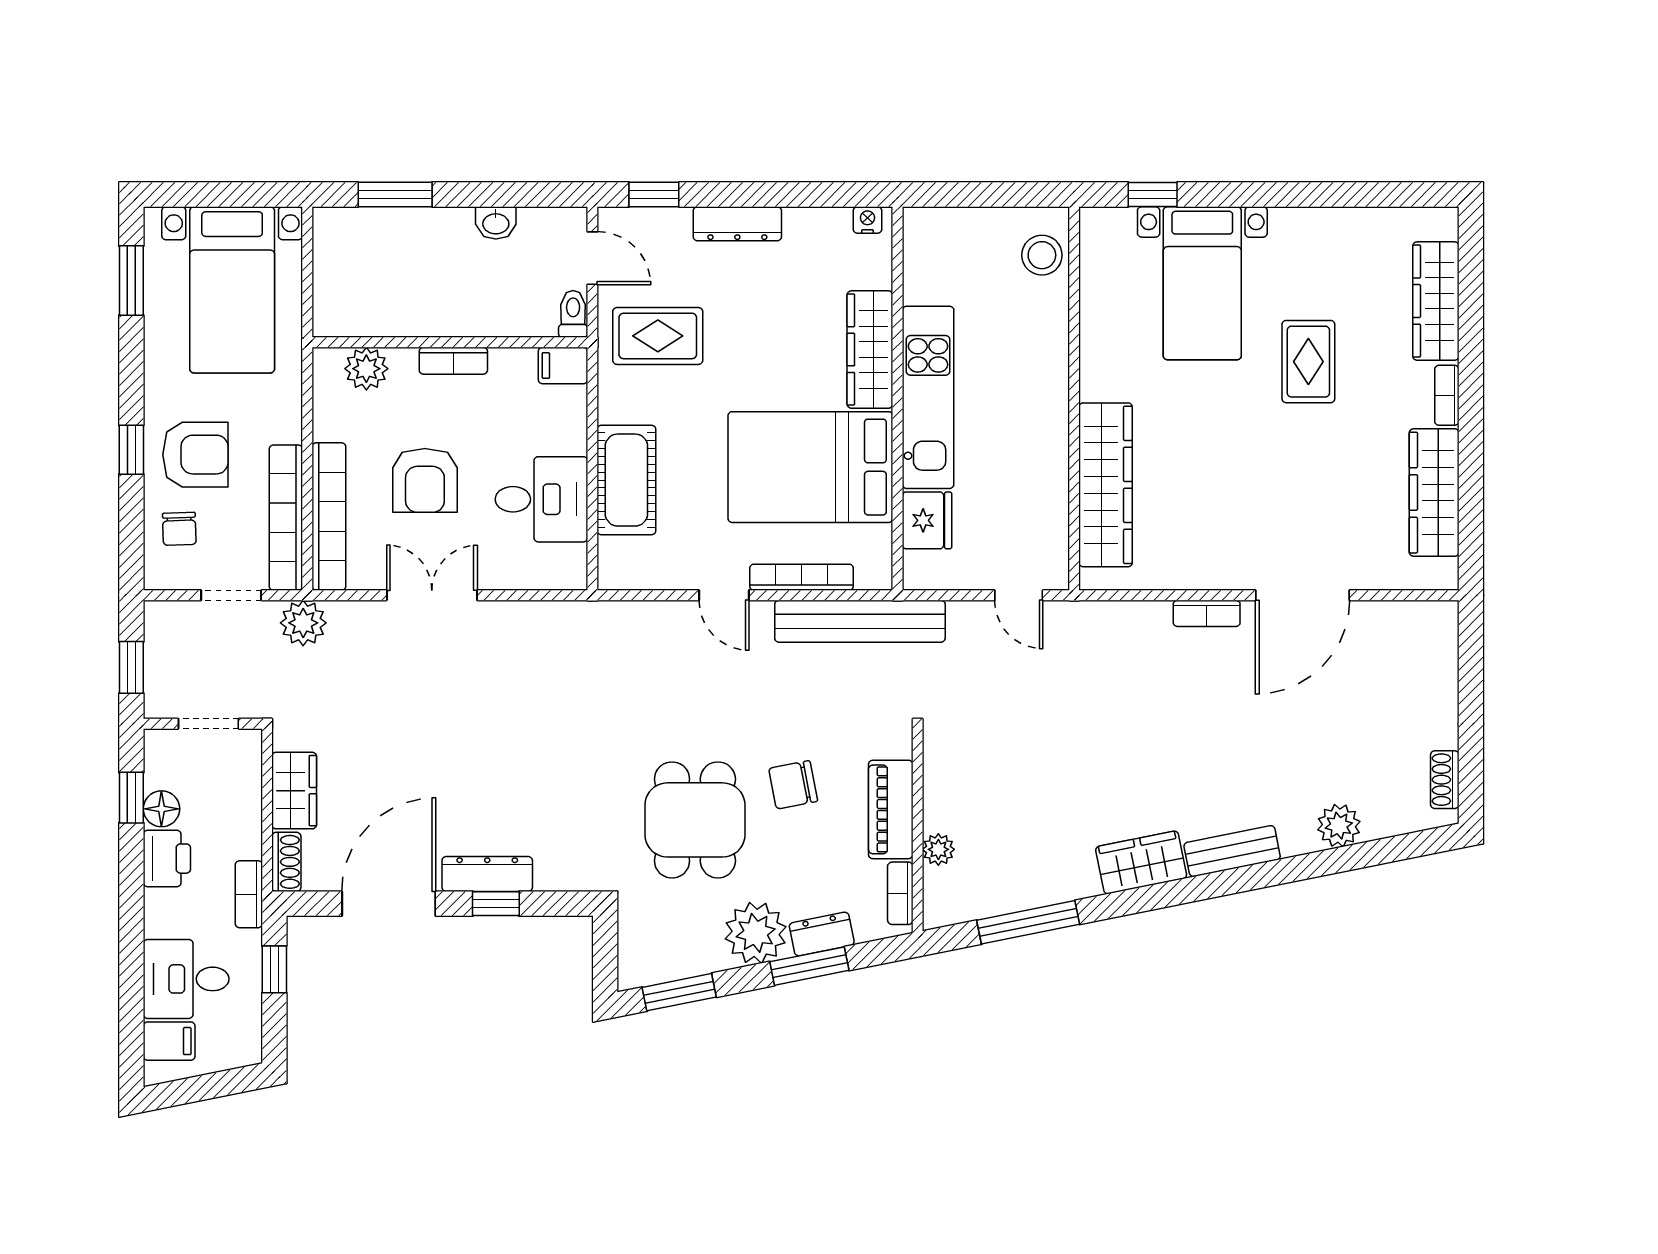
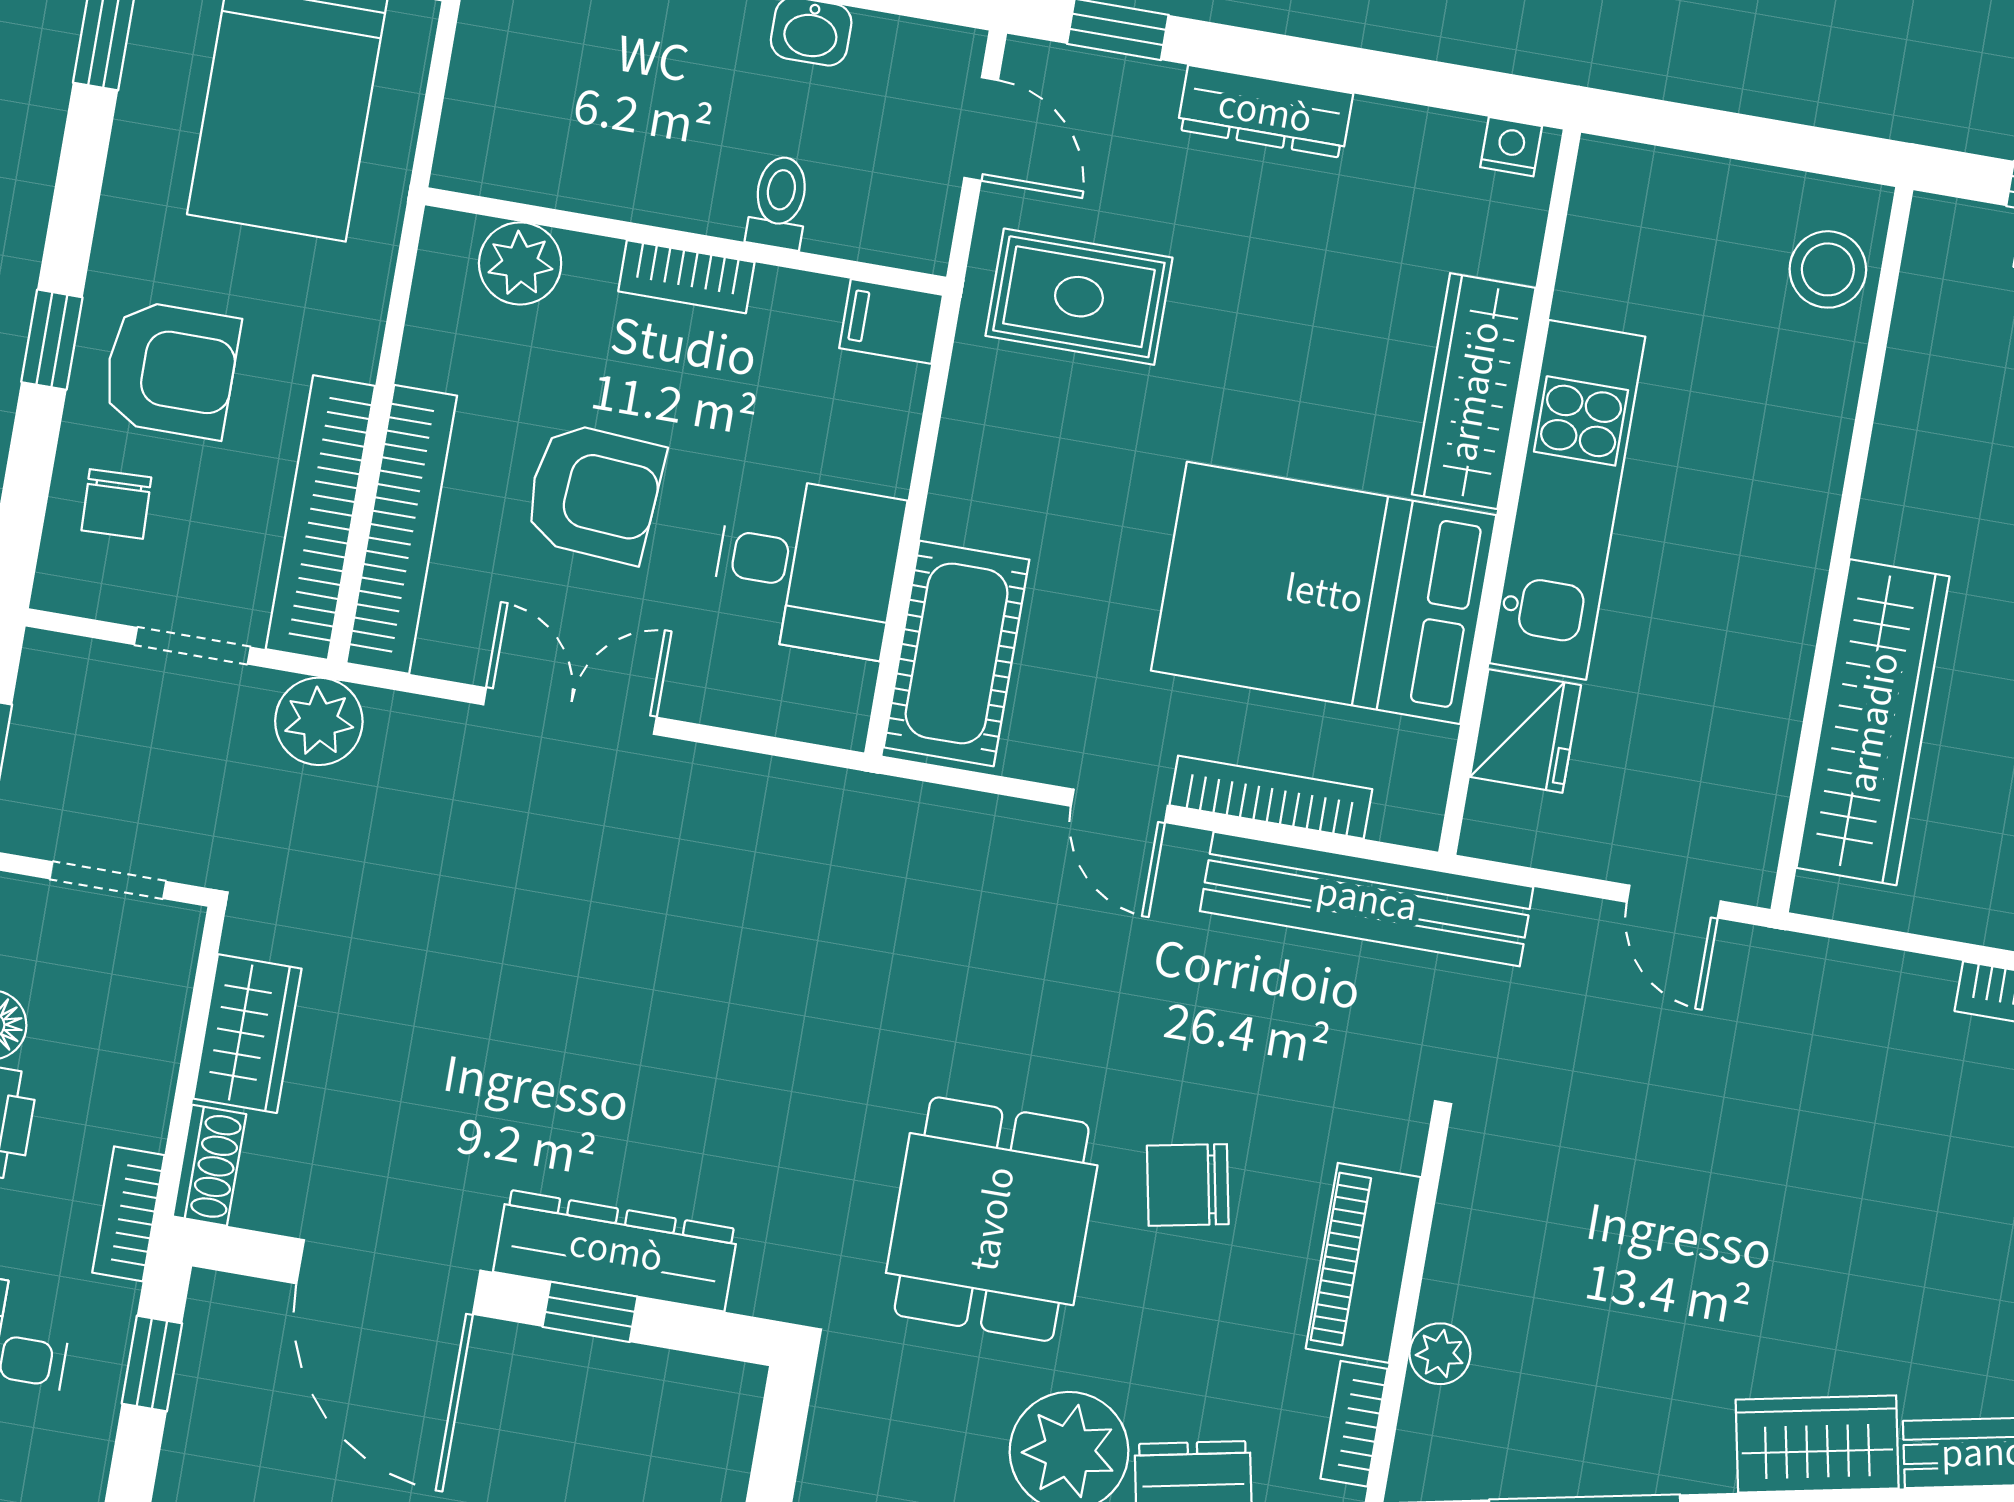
toilet: (573, 314) -> (779, 202), moved
armchair: (425, 480) -> (594, 493), turned -86
cot: (626, 480) -> (957, 653), moved
dresser: (487, 874) -> (616, 1250), width x1.37, depth x1.24
door: (389, 904) -> (388, 1277), swing flipped

